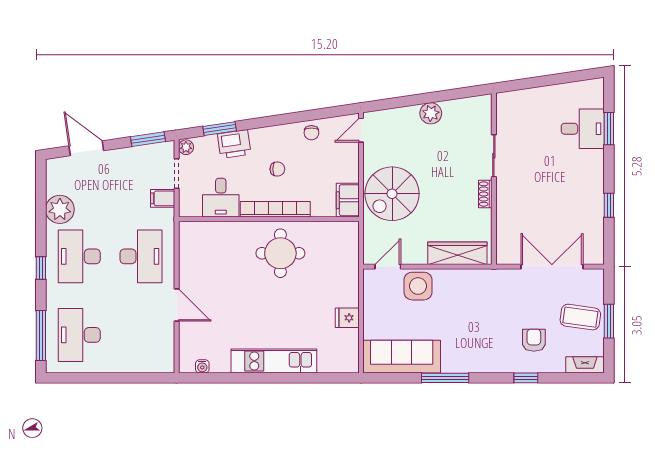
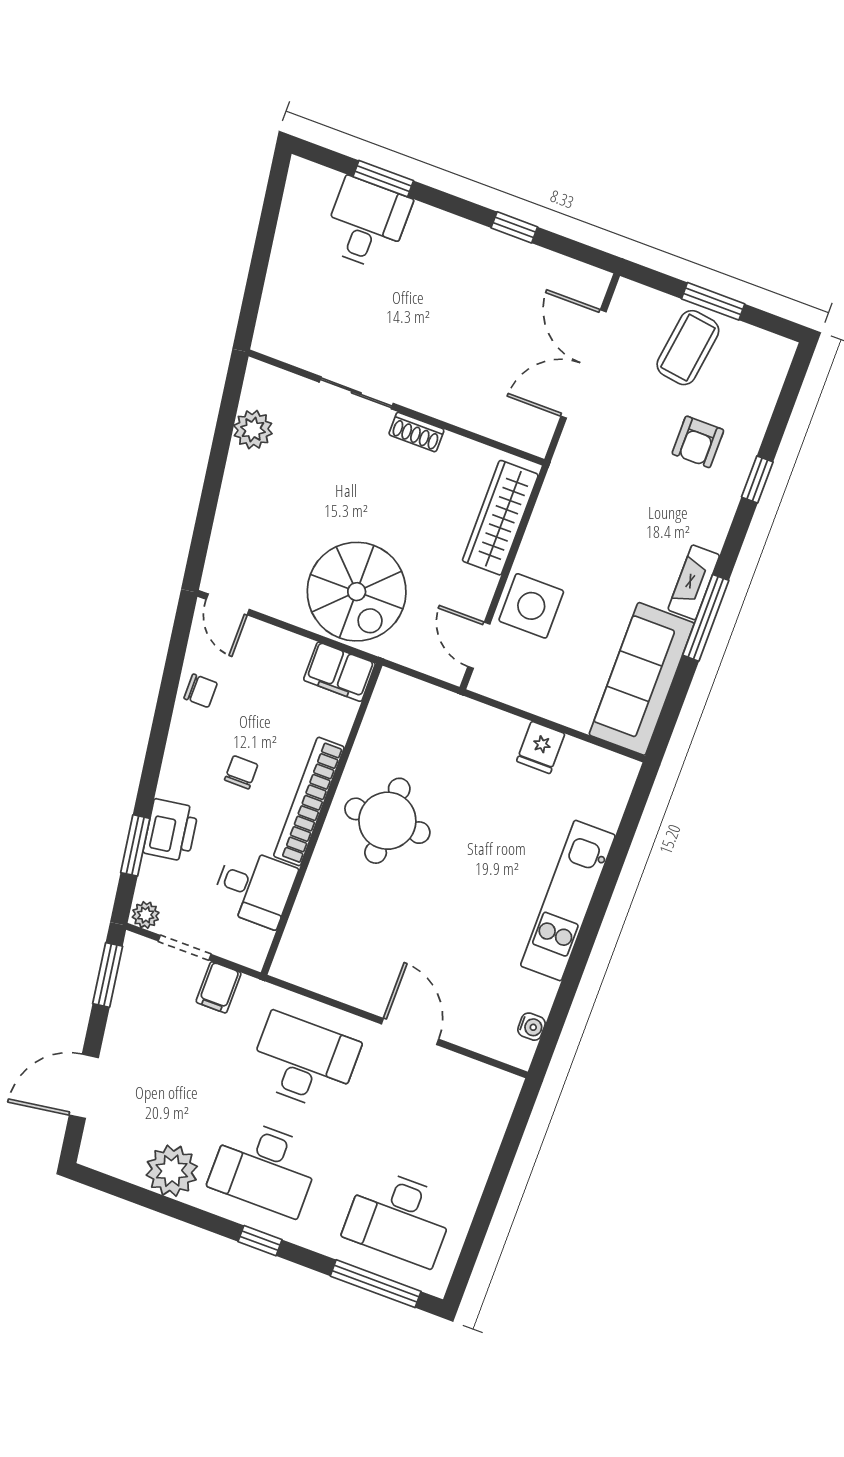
plant: (431, 113) -> (253, 430), moved
door: (177, 305) -> (410, 1032), hinge flipped
armchair: (534, 340) -> (698, 442), turned -90
fireplace: (585, 365) -> (694, 582), moved

